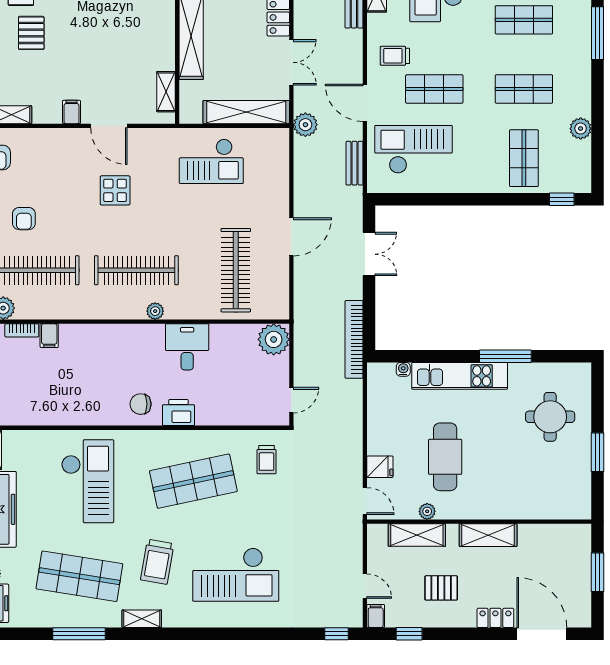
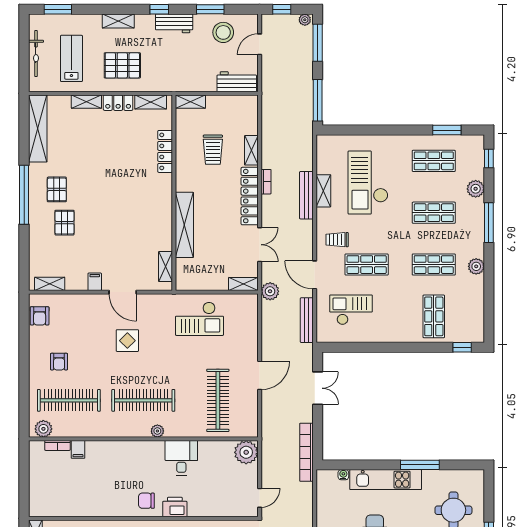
shelving: (246, 112) -> (243, 284), width x0.45, depth x0.75
plant: (581, 129) -> (476, 266), moved
checkout: (413, 149) -> (351, 310), width x0.73, depth x0.83
bench: (354, 163) -> (307, 320), width x1.36

